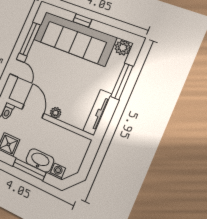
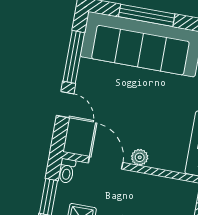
window: (82, 21) -> (147, 15), width x2.17

